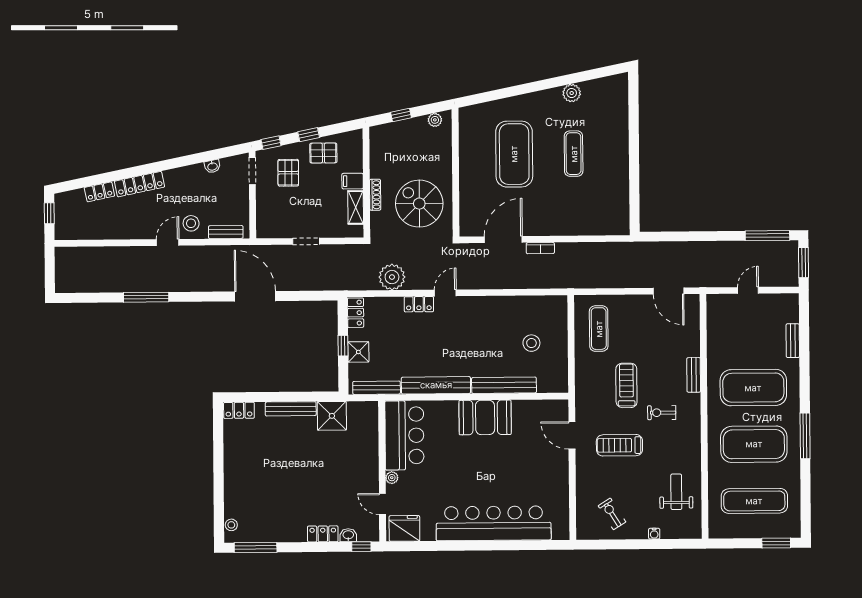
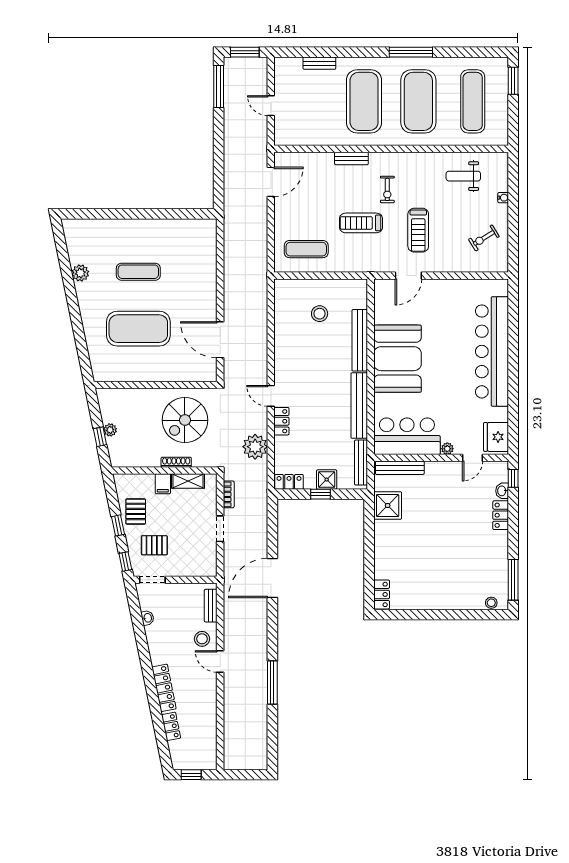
plant: (435, 120) -> (110, 430), moved
bookcase: (540, 248) -> (229, 494), moved
bench: (291, 409) -> (400, 468), moved, turned 90
booth: (485, 417) -> (397, 359), width x1.36, depth x1.42

